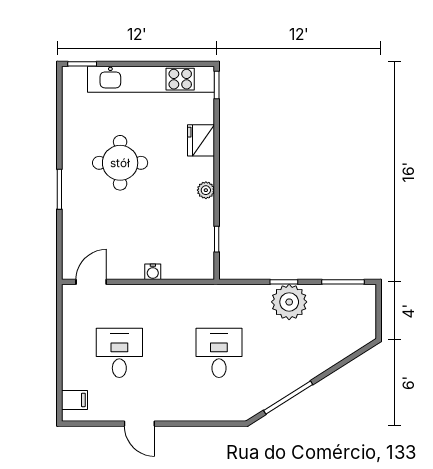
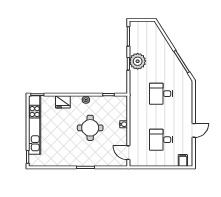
round table: (120, 163) -> (90, 128), moved

